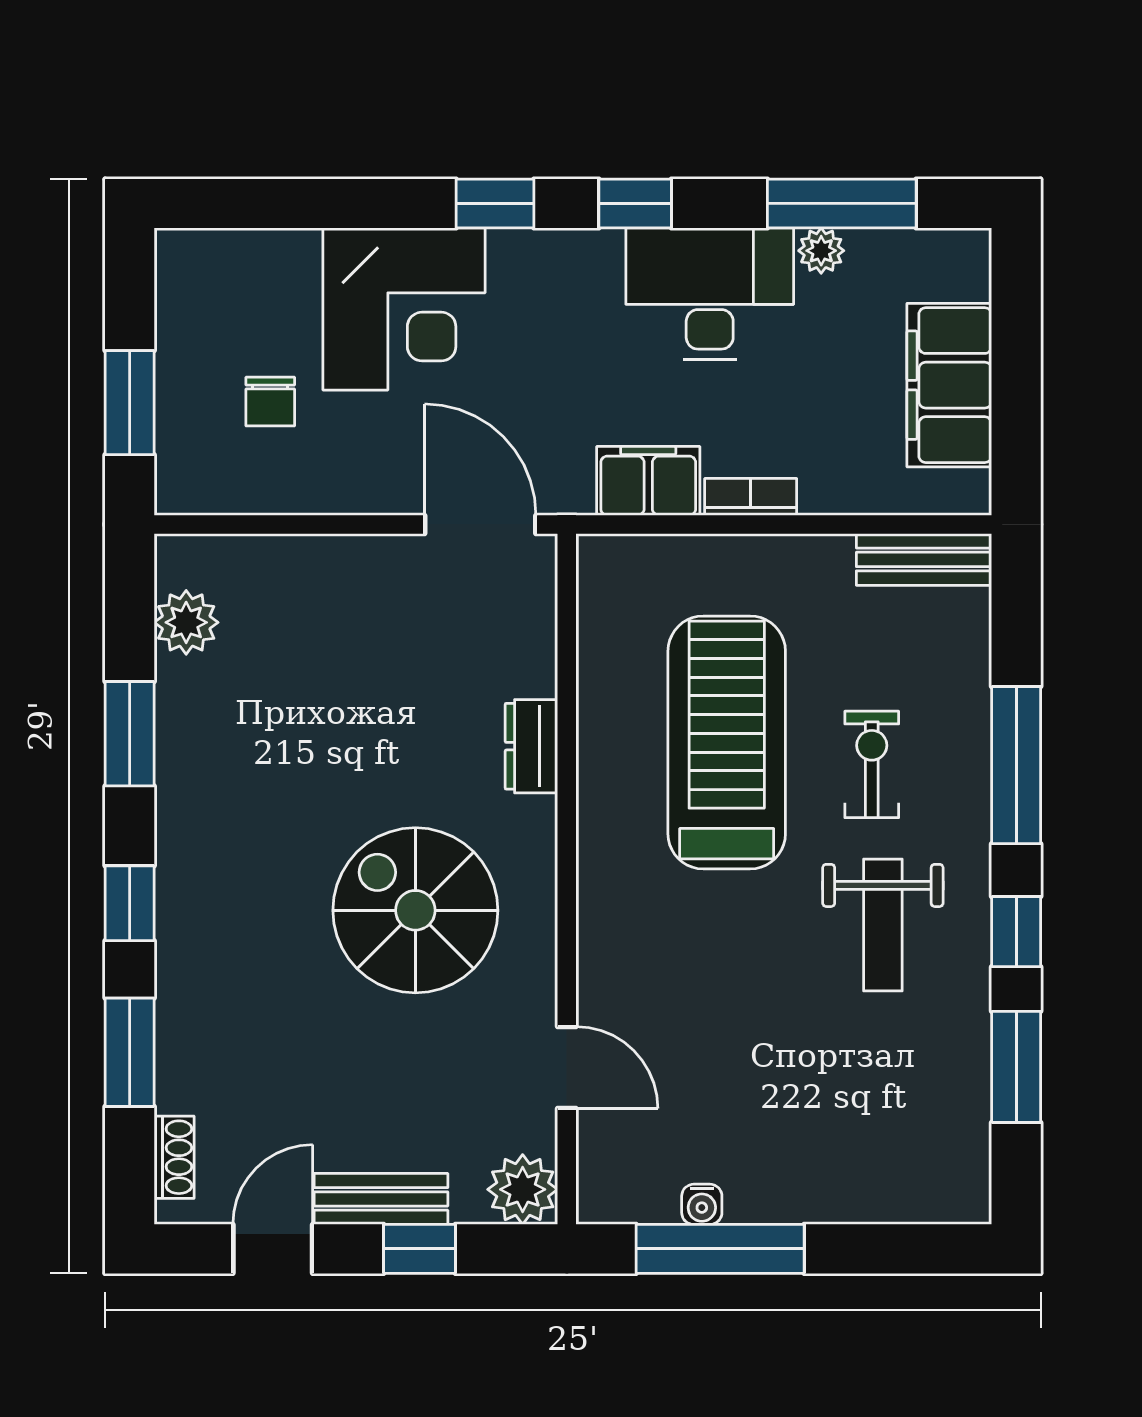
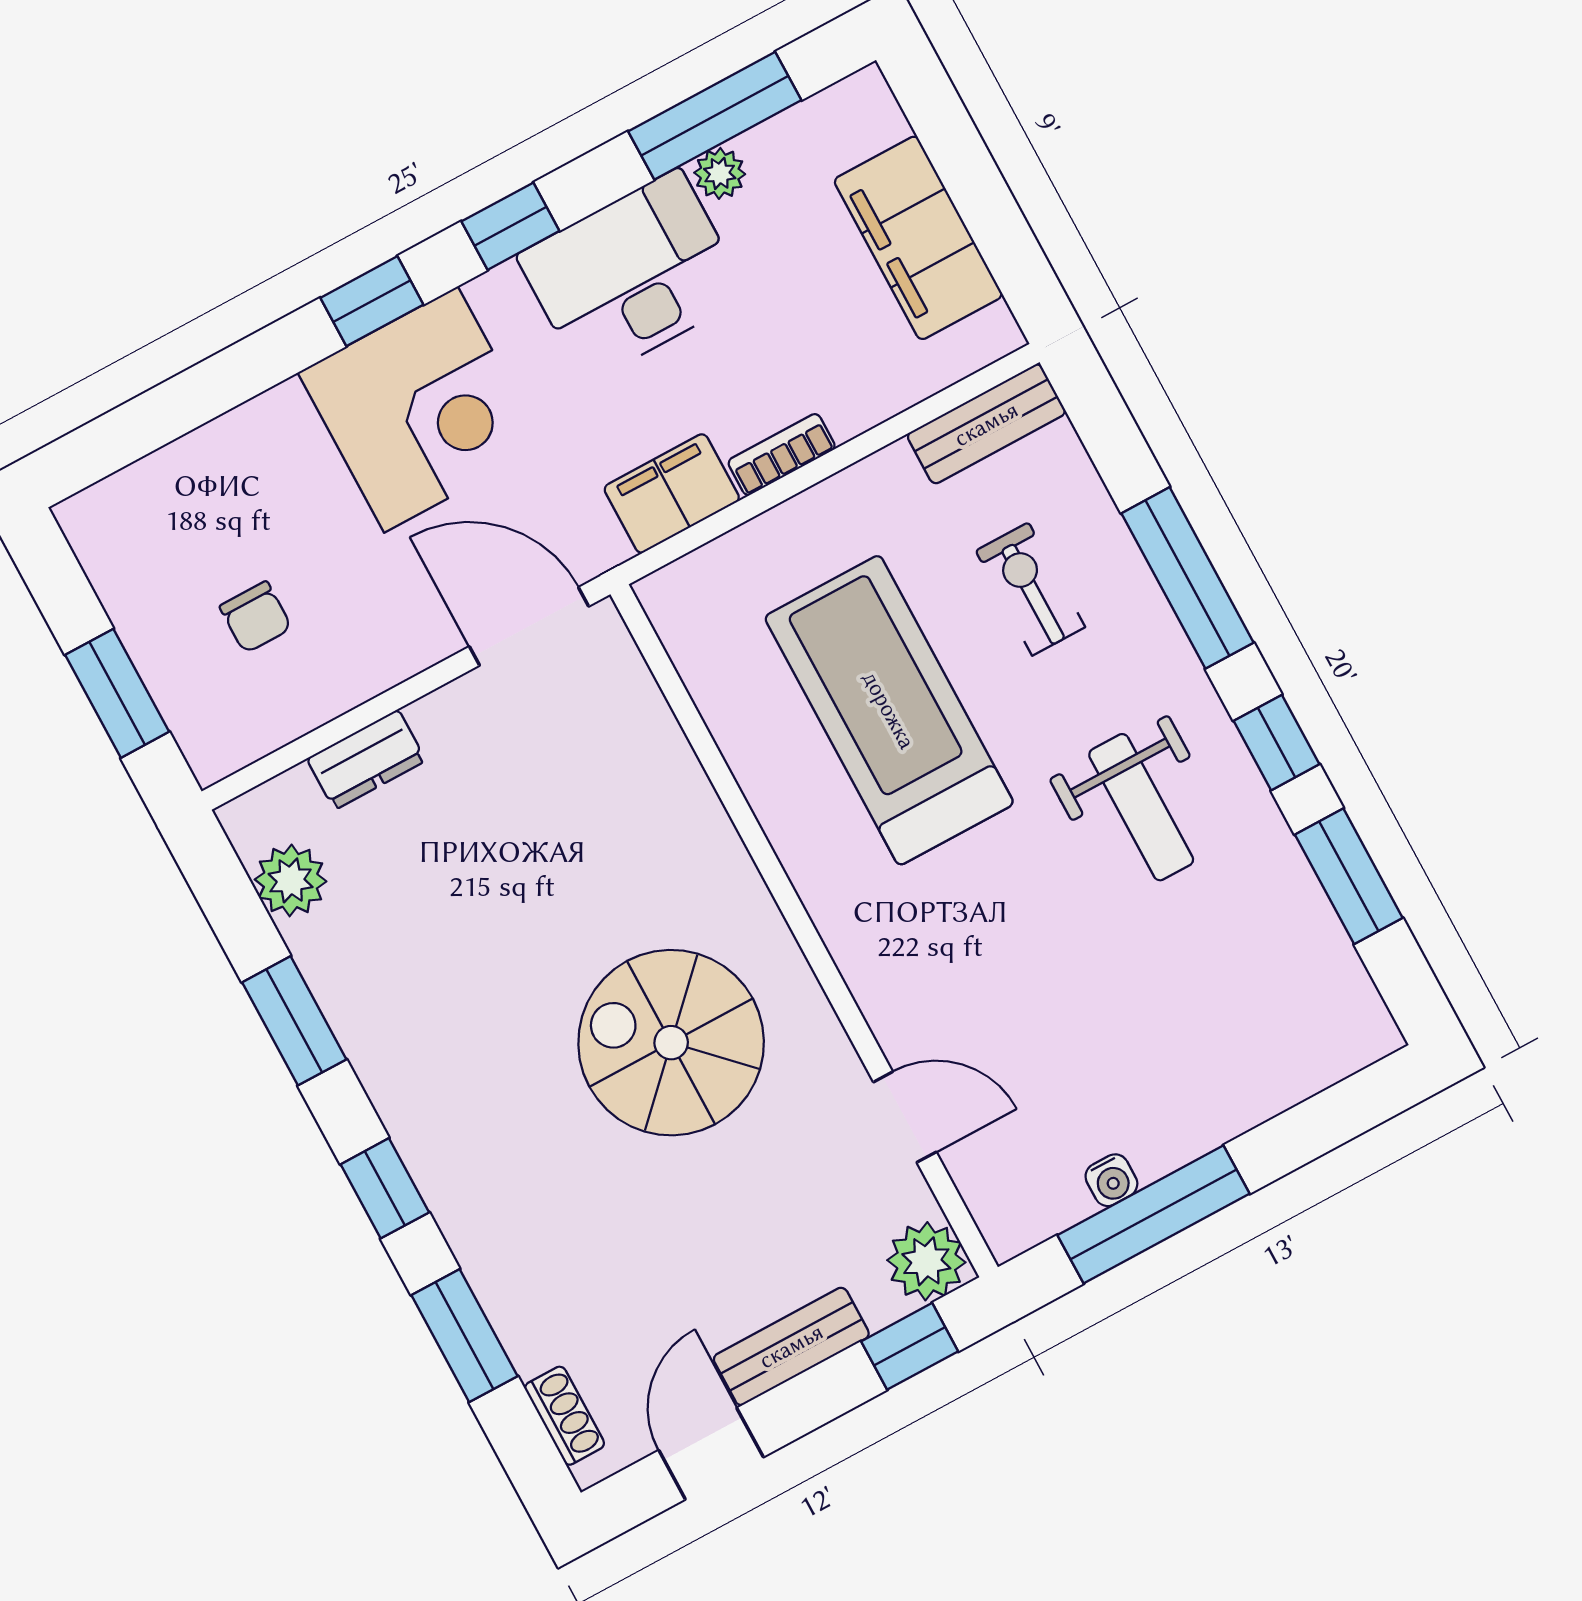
corner desk: (404, 309) -> (421, 409), moved
dresser: (531, 746) -> (366, 760), moved, turned -90
exercise bike: (872, 764) -> (1030, 589), moved
window: (420, 1249) -> (910, 1346), moved

